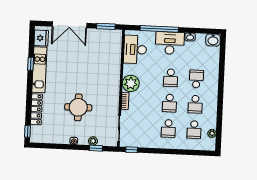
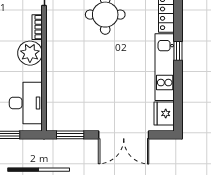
double door: (69, 25) -> (124, 135), swing flipped
window: (31, 64) -> (178, 51), moved

